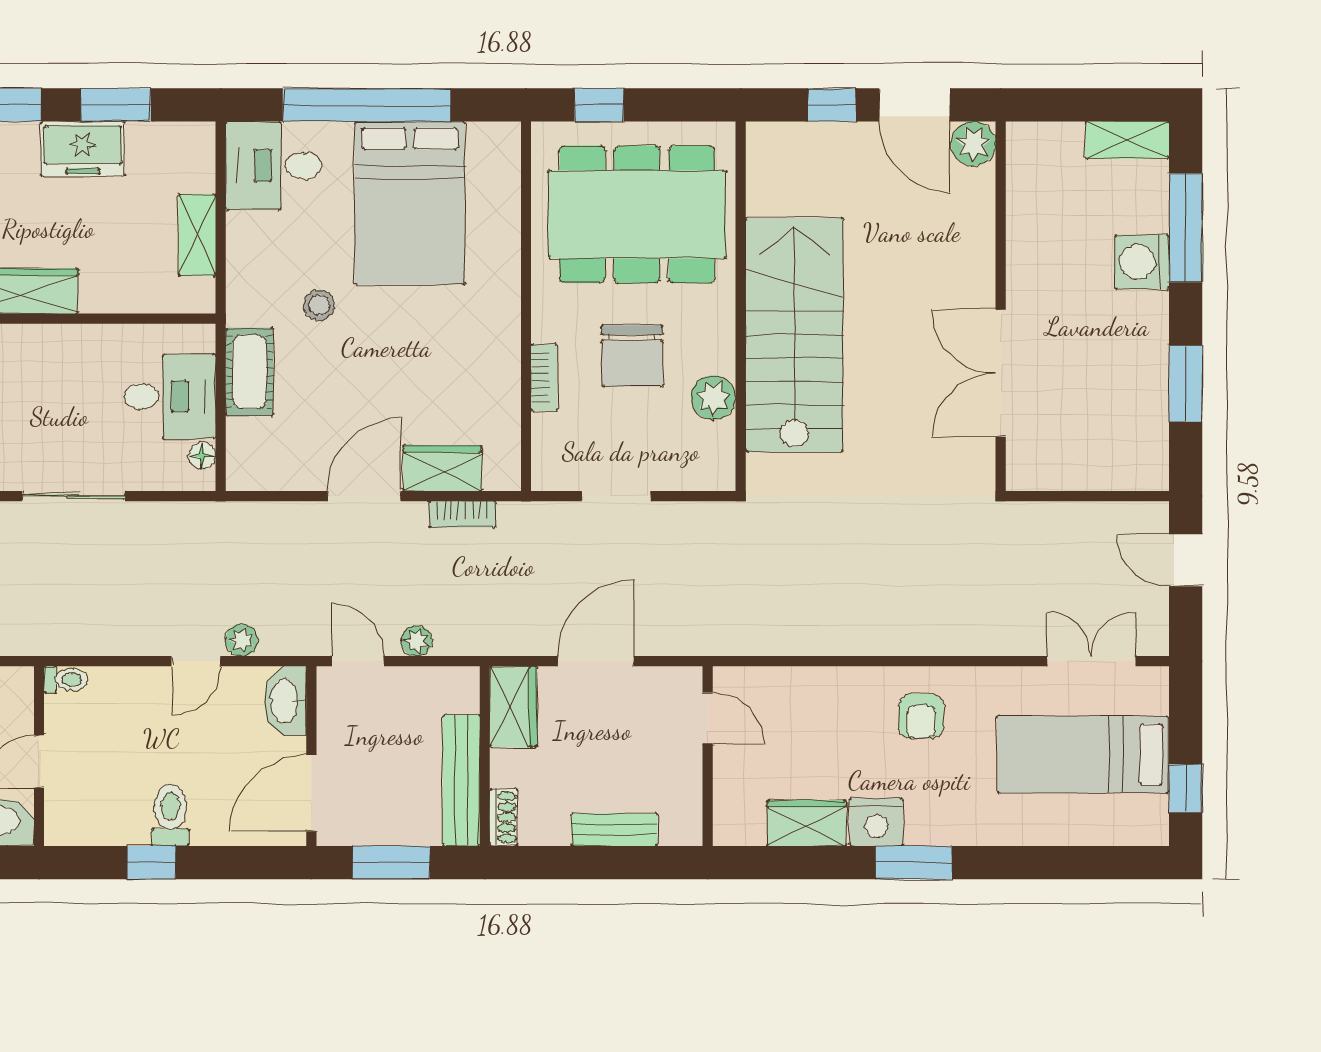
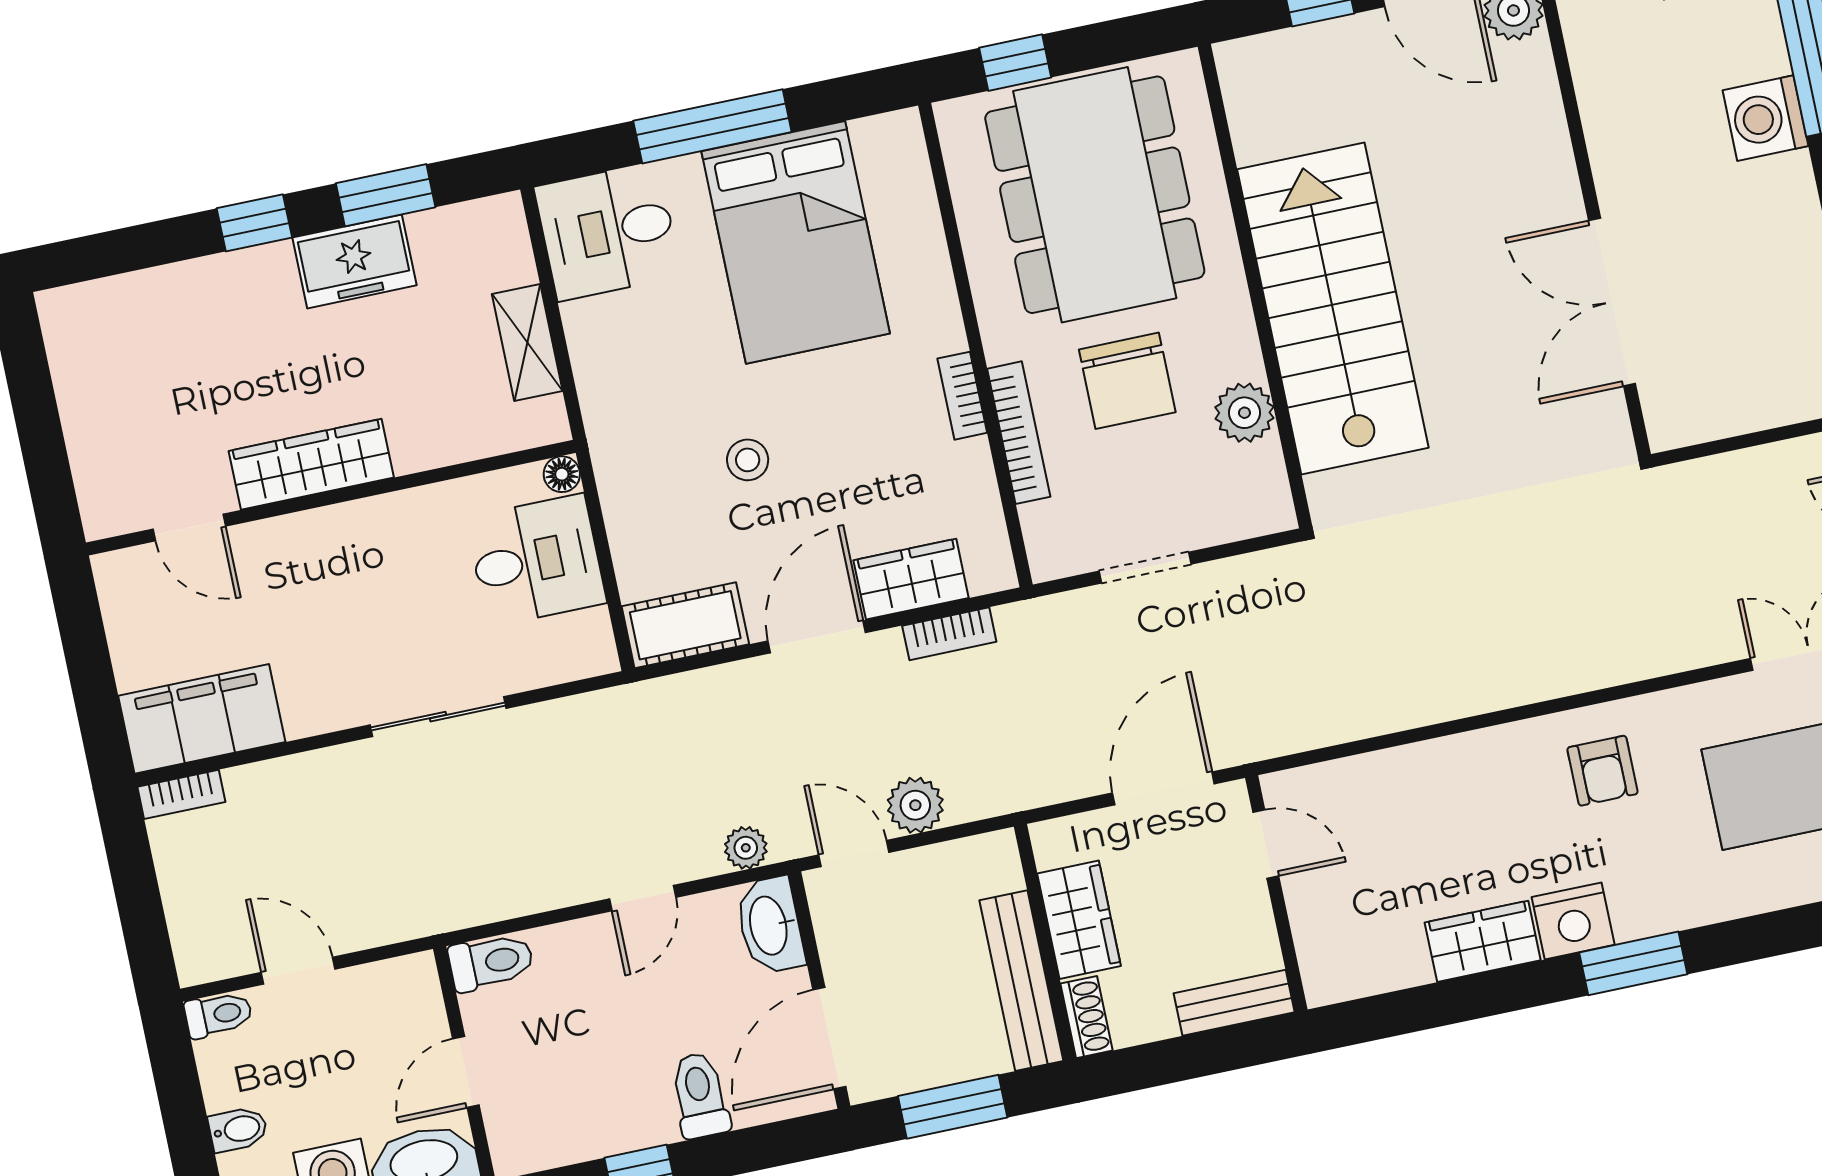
window: (367, 105) -> (712, 126), width x0.68
dining table: (637, 214) -> (1095, 195), turned 90
stool: (319, 305) -> (748, 460), moved
bookcase: (509, 341) -> (962, 396), added
cot: (249, 372) -> (685, 625), moved, turned 90
bookcase: (544, 377) -> (1019, 433), width x1.56
floor lamp: (202, 456) -> (562, 474), moved
plant: (242, 640) -> (746, 848), moved
plant: (416, 641) -> (915, 805), width x1.38, depth x1.38
toilet: (66, 680) -> (491, 962), width x1.37, depth x1.39
wardrobe: (513, 707) -> (1079, 920), moved
door: (708, 718) -> (1266, 844), moved
wall: (708, 756) -> (1276, 894), moved
toilet: (170, 815) -> (700, 1095), moved

